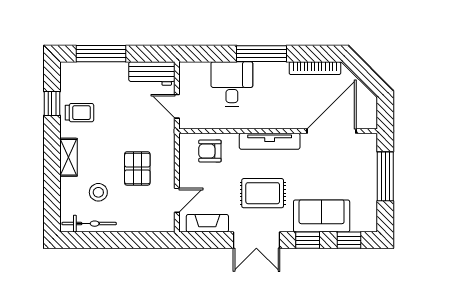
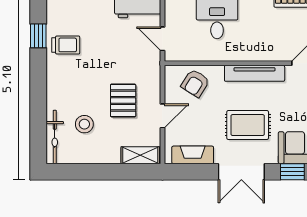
armchair: (210, 151) -> (195, 83), turned -58
shelving: (69, 157) -> (140, 155), moved, turned 90
door: (177, 200) -> (162, 116), moved
bicycle: (89, 224) -> (55, 137), moved, turned 90

